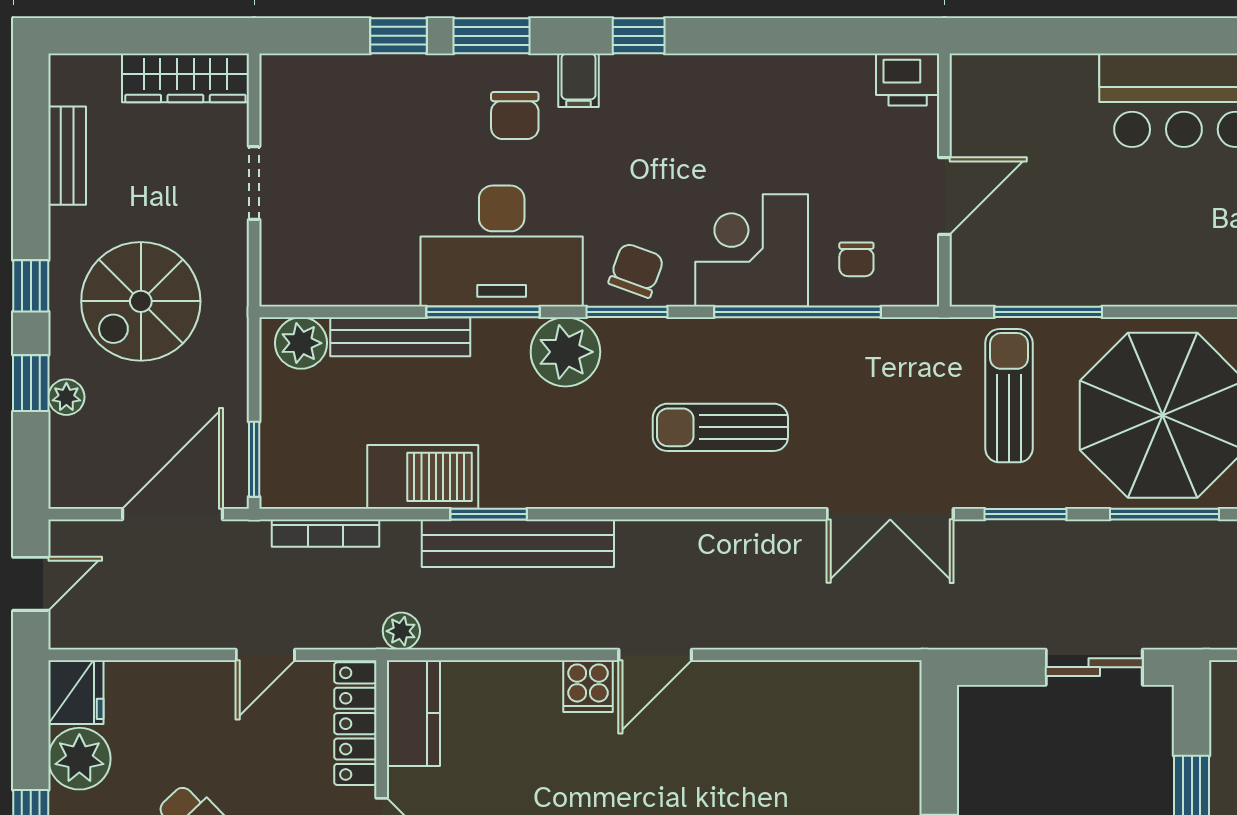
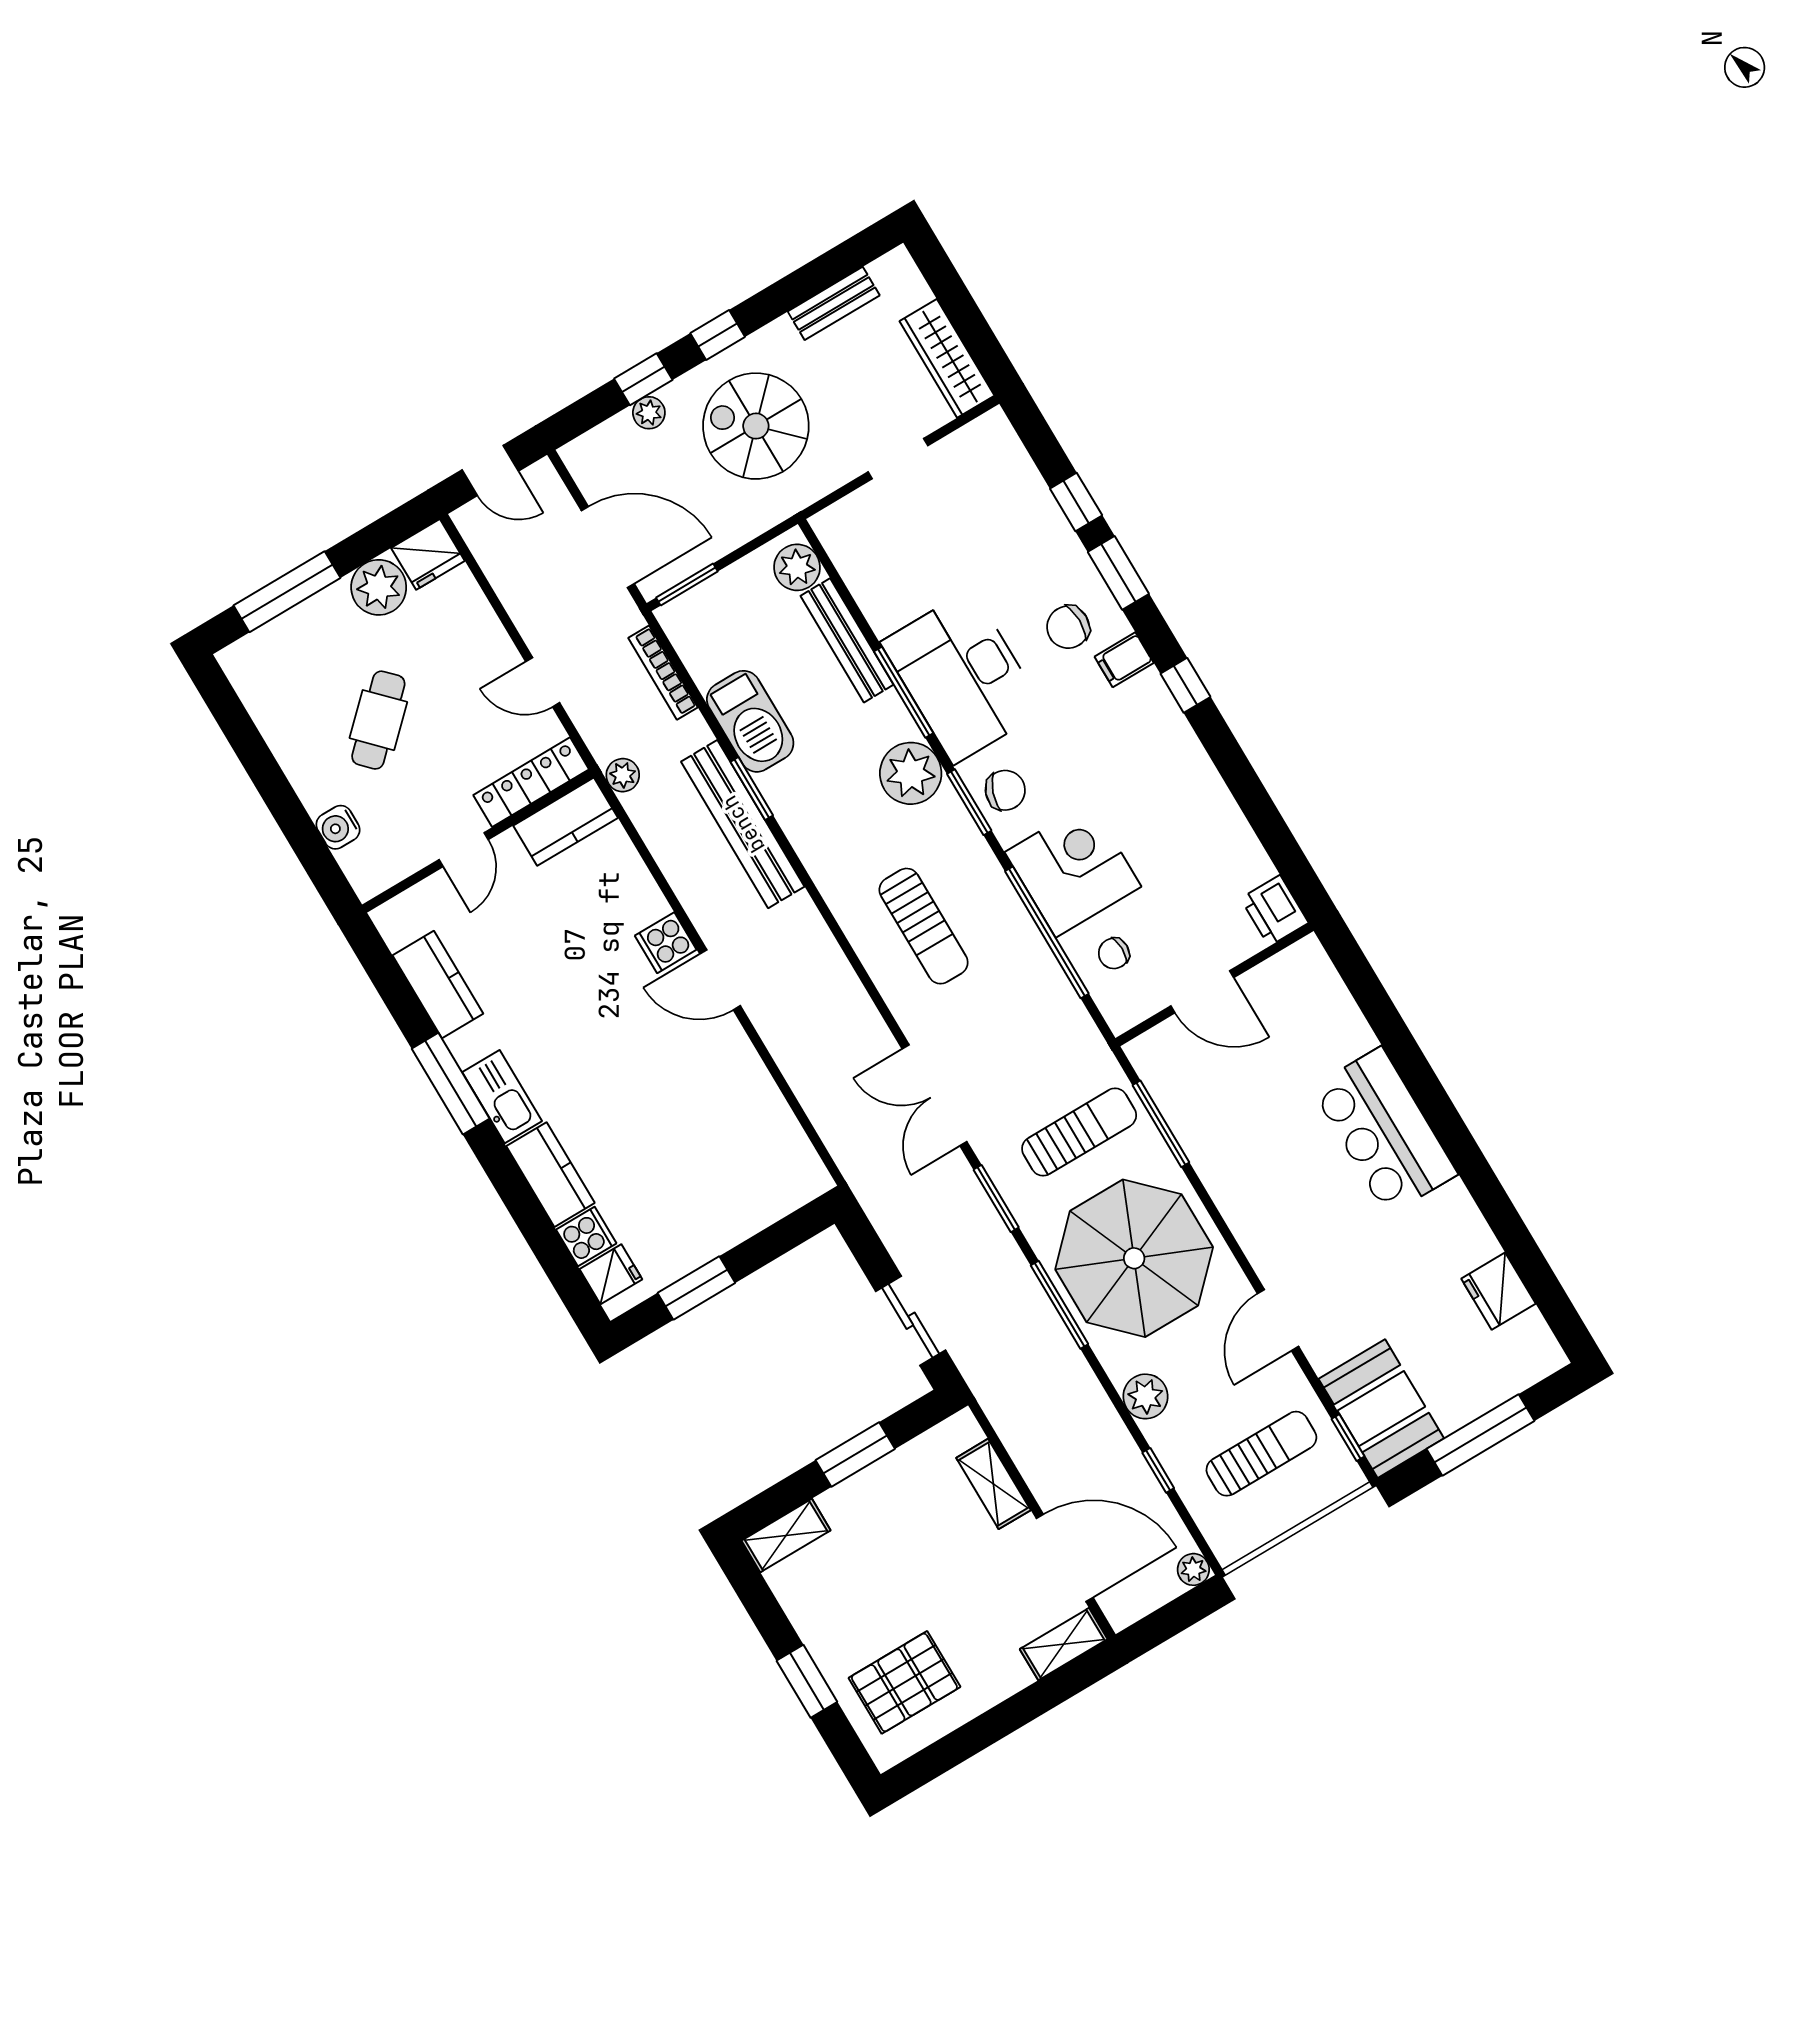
sun lounger: (720, 427) -> (924, 926), turned 180

